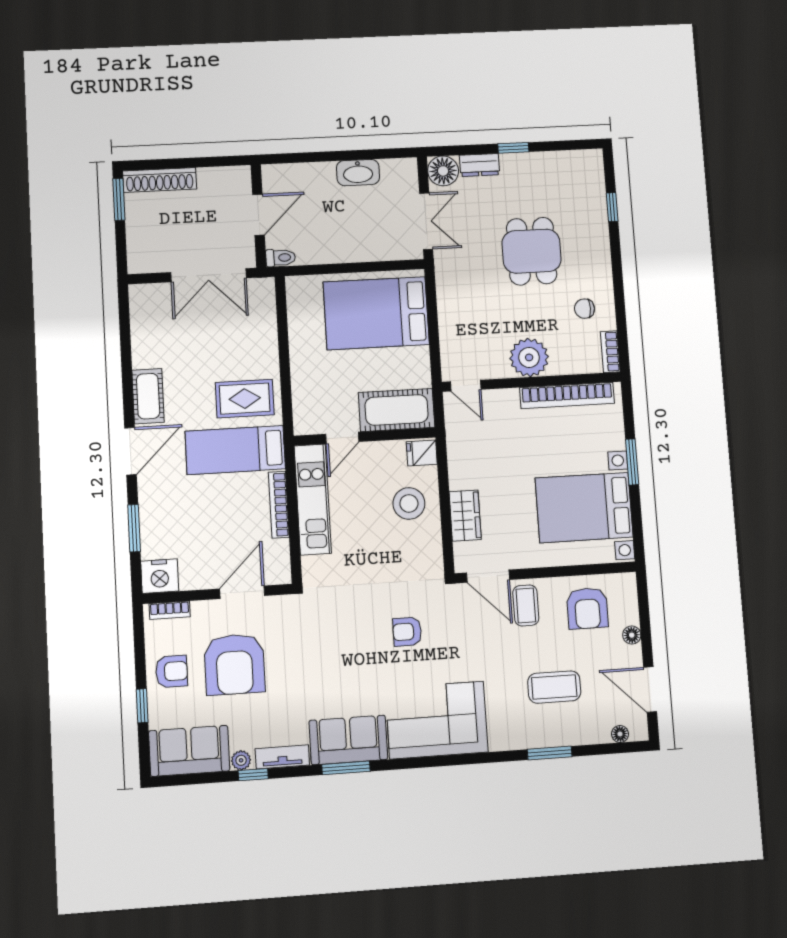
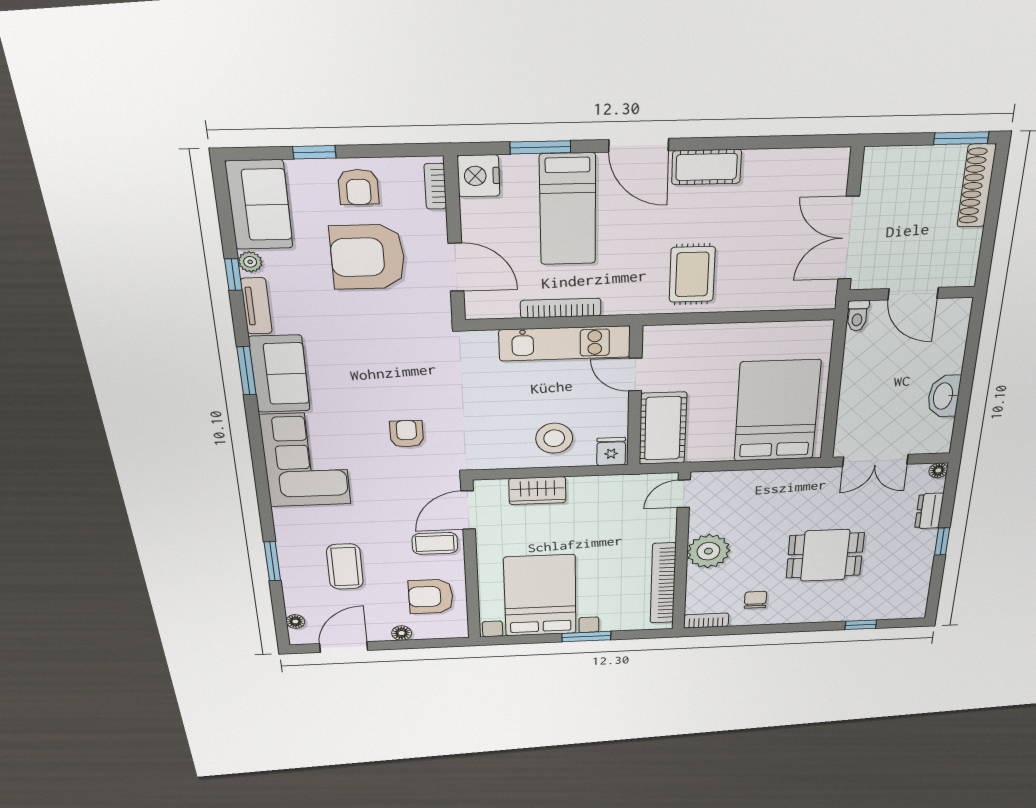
floor lamp: (443, 171) -> (938, 470), width x0.53, depth x0.53
bed: (235, 450) -> (568, 209), moved, turned 180

